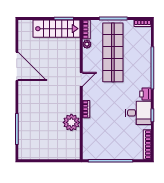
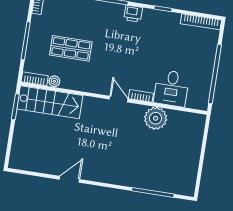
stairs: (57, 29) -> (50, 102), moved, turned 90
shop shelf: (113, 52) -> (71, 48), width x0.50, depth x0.74
door: (17, 66) -> (69, 179), width x0.53
door: (81, 79) -> (119, 99), moved
desk: (138, 113) -> (171, 88), moved, turned 180

